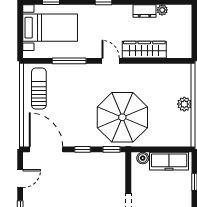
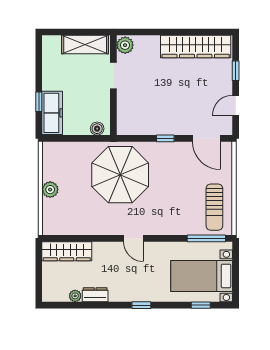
wardrobe: (144, 50) -> (67, 251), moved
window: (69, 61) -> (206, 238), moved
door: (46, 149) -> (206, 138), width x0.73
window: (112, 149) -> (132, 138), removed
freezer: (169, 161) -> (52, 113), moved, turned 90

